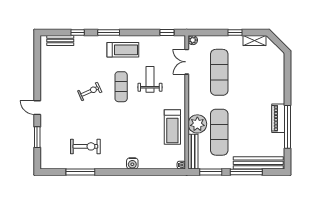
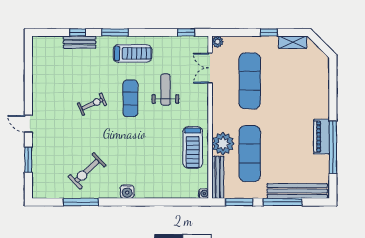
bench: (60, 41) -> (80, 42), moved
exercise bike: (85, 146) -> (87, 171), turned 137
water cooler: (132, 163) -> (127, 192), moved

